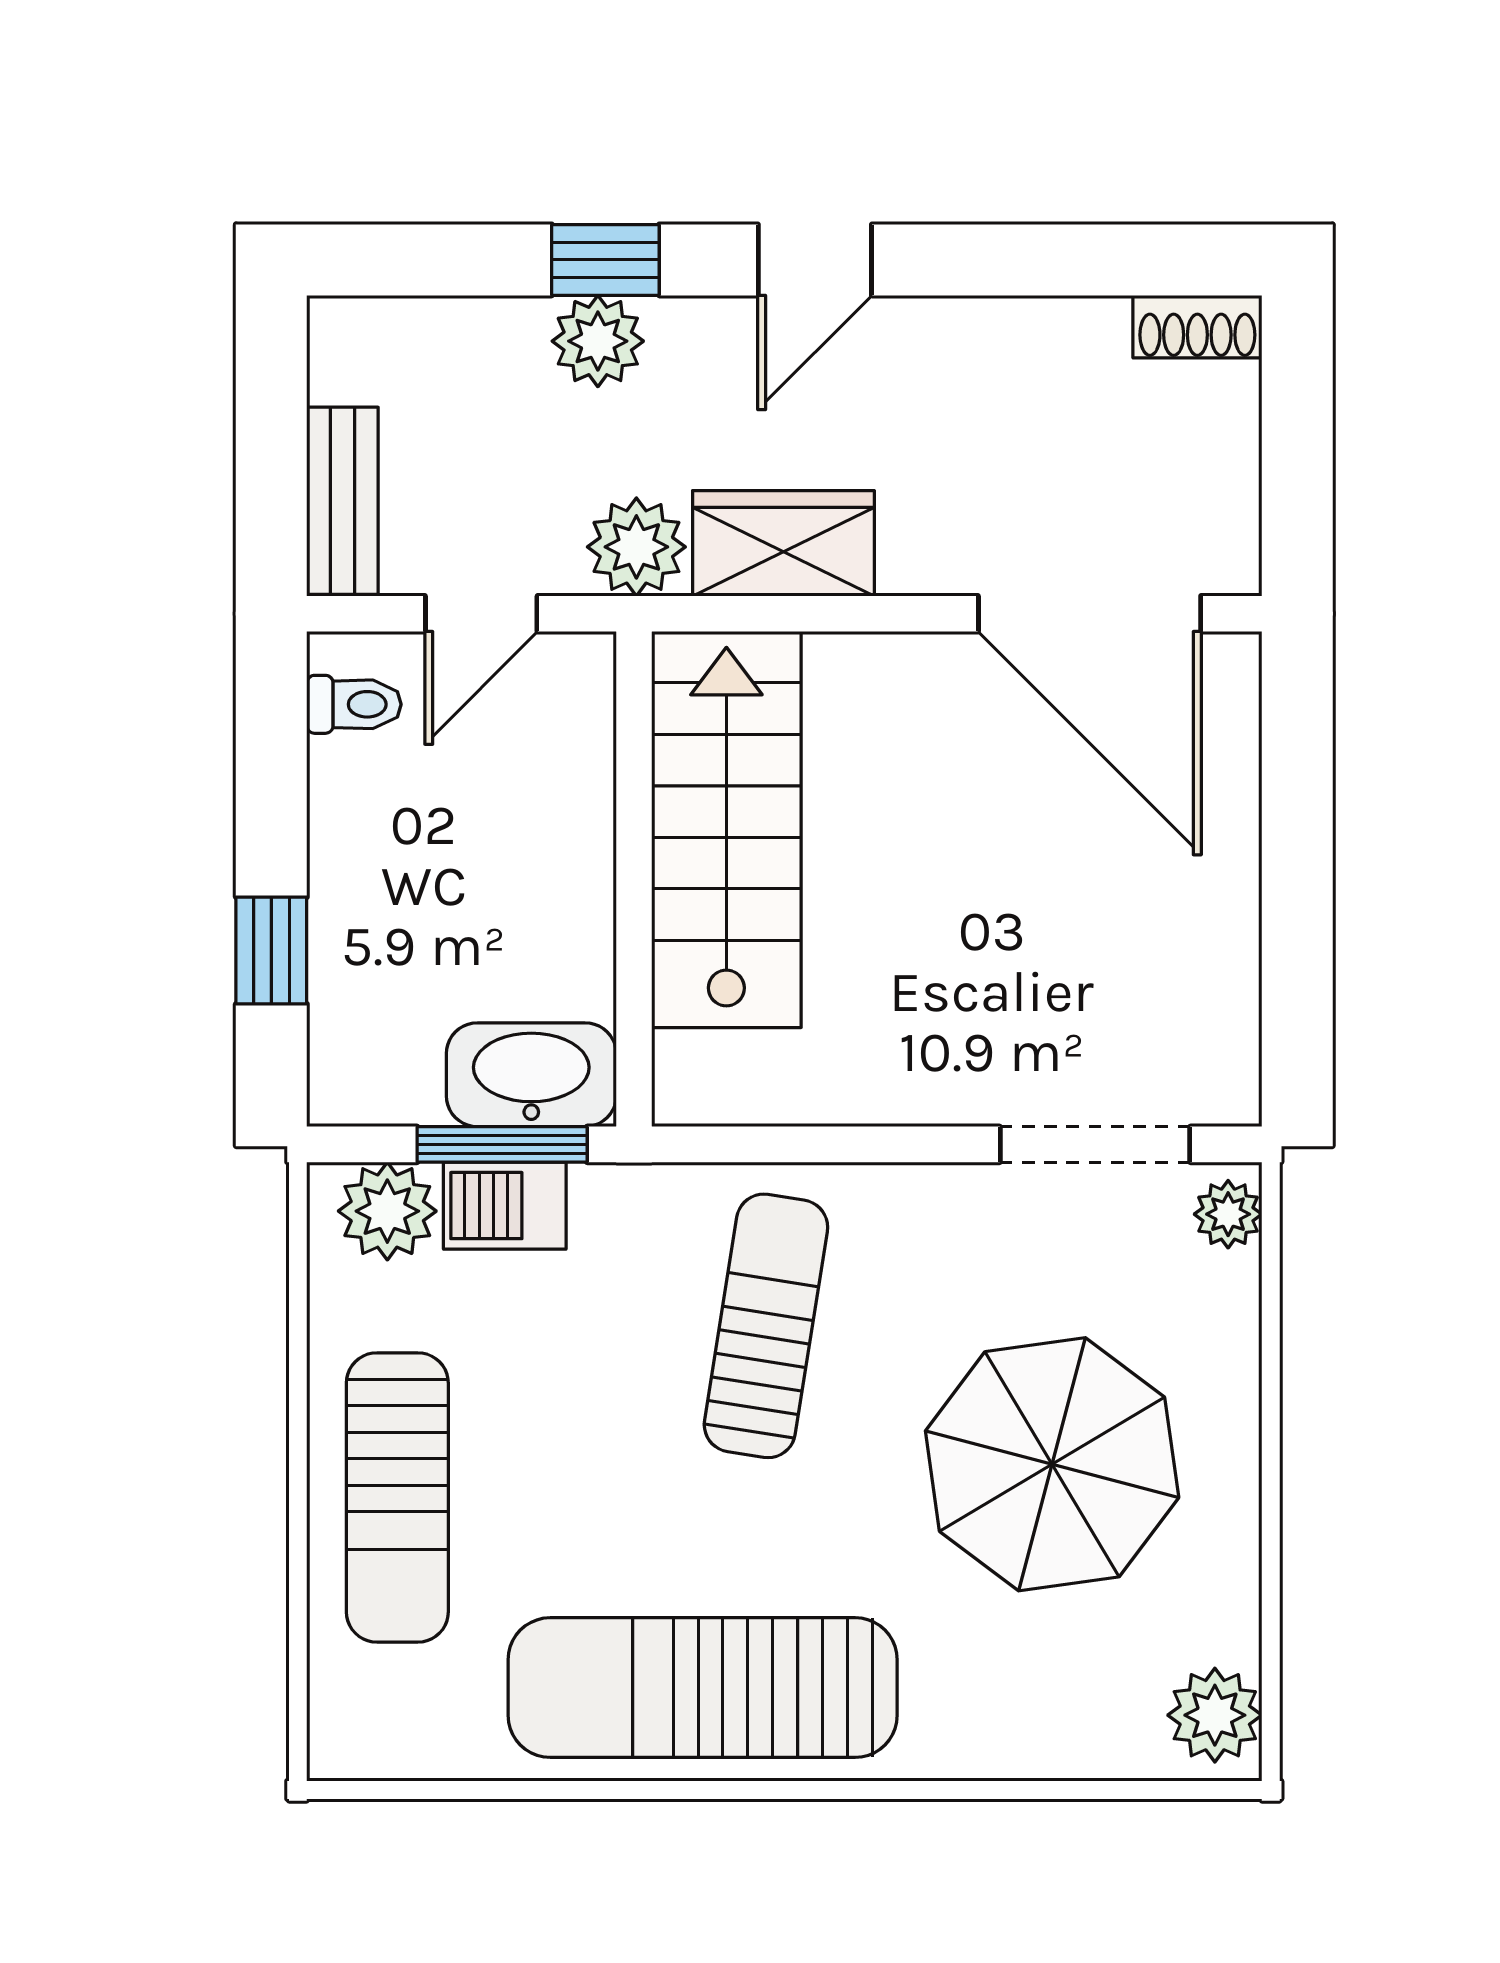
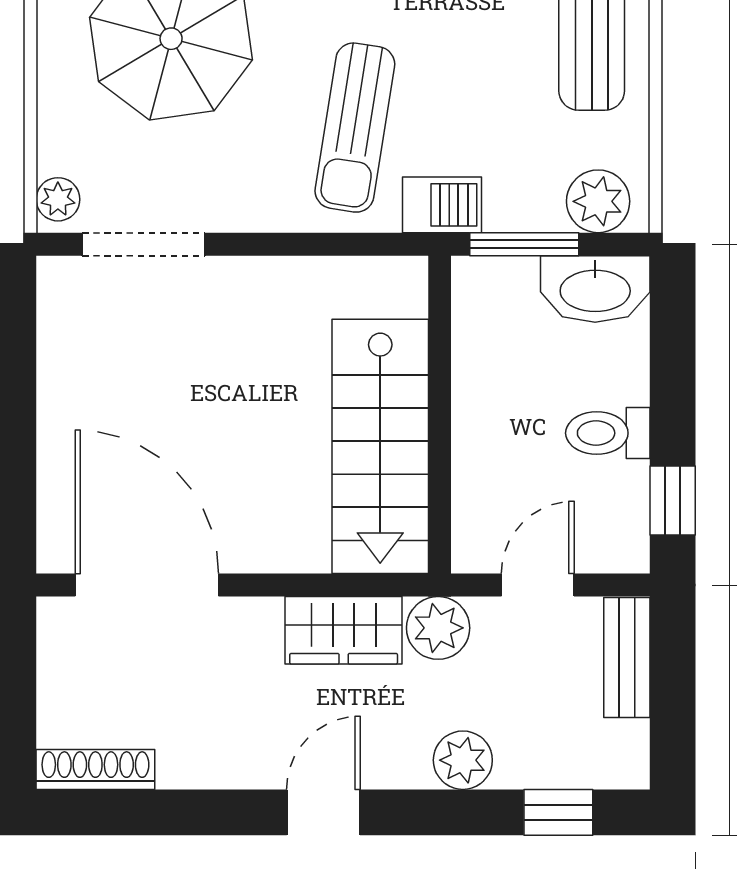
window: (605, 260) -> (558, 812), moved
shoe rack: (1197, 327) -> (95, 769), width x1.43
toilet: (354, 704) -> (608, 433), moved, width x1.37, depth x1.39
window: (271, 950) -> (673, 500), moved
washbasin: (531, 1075) -> (595, 289), moved
barbecue: (505, 1206) -> (442, 205), moved

